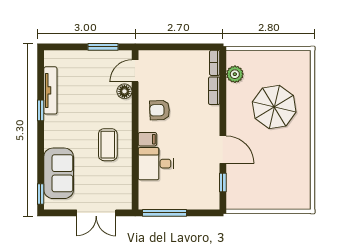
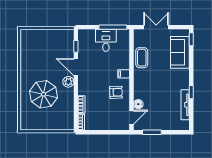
plant: (235, 74) -> (68, 82), moved
coffee table: (108, 145) -> (142, 58), moved
desk: (156, 164) -> (106, 40), moved, turned -90

